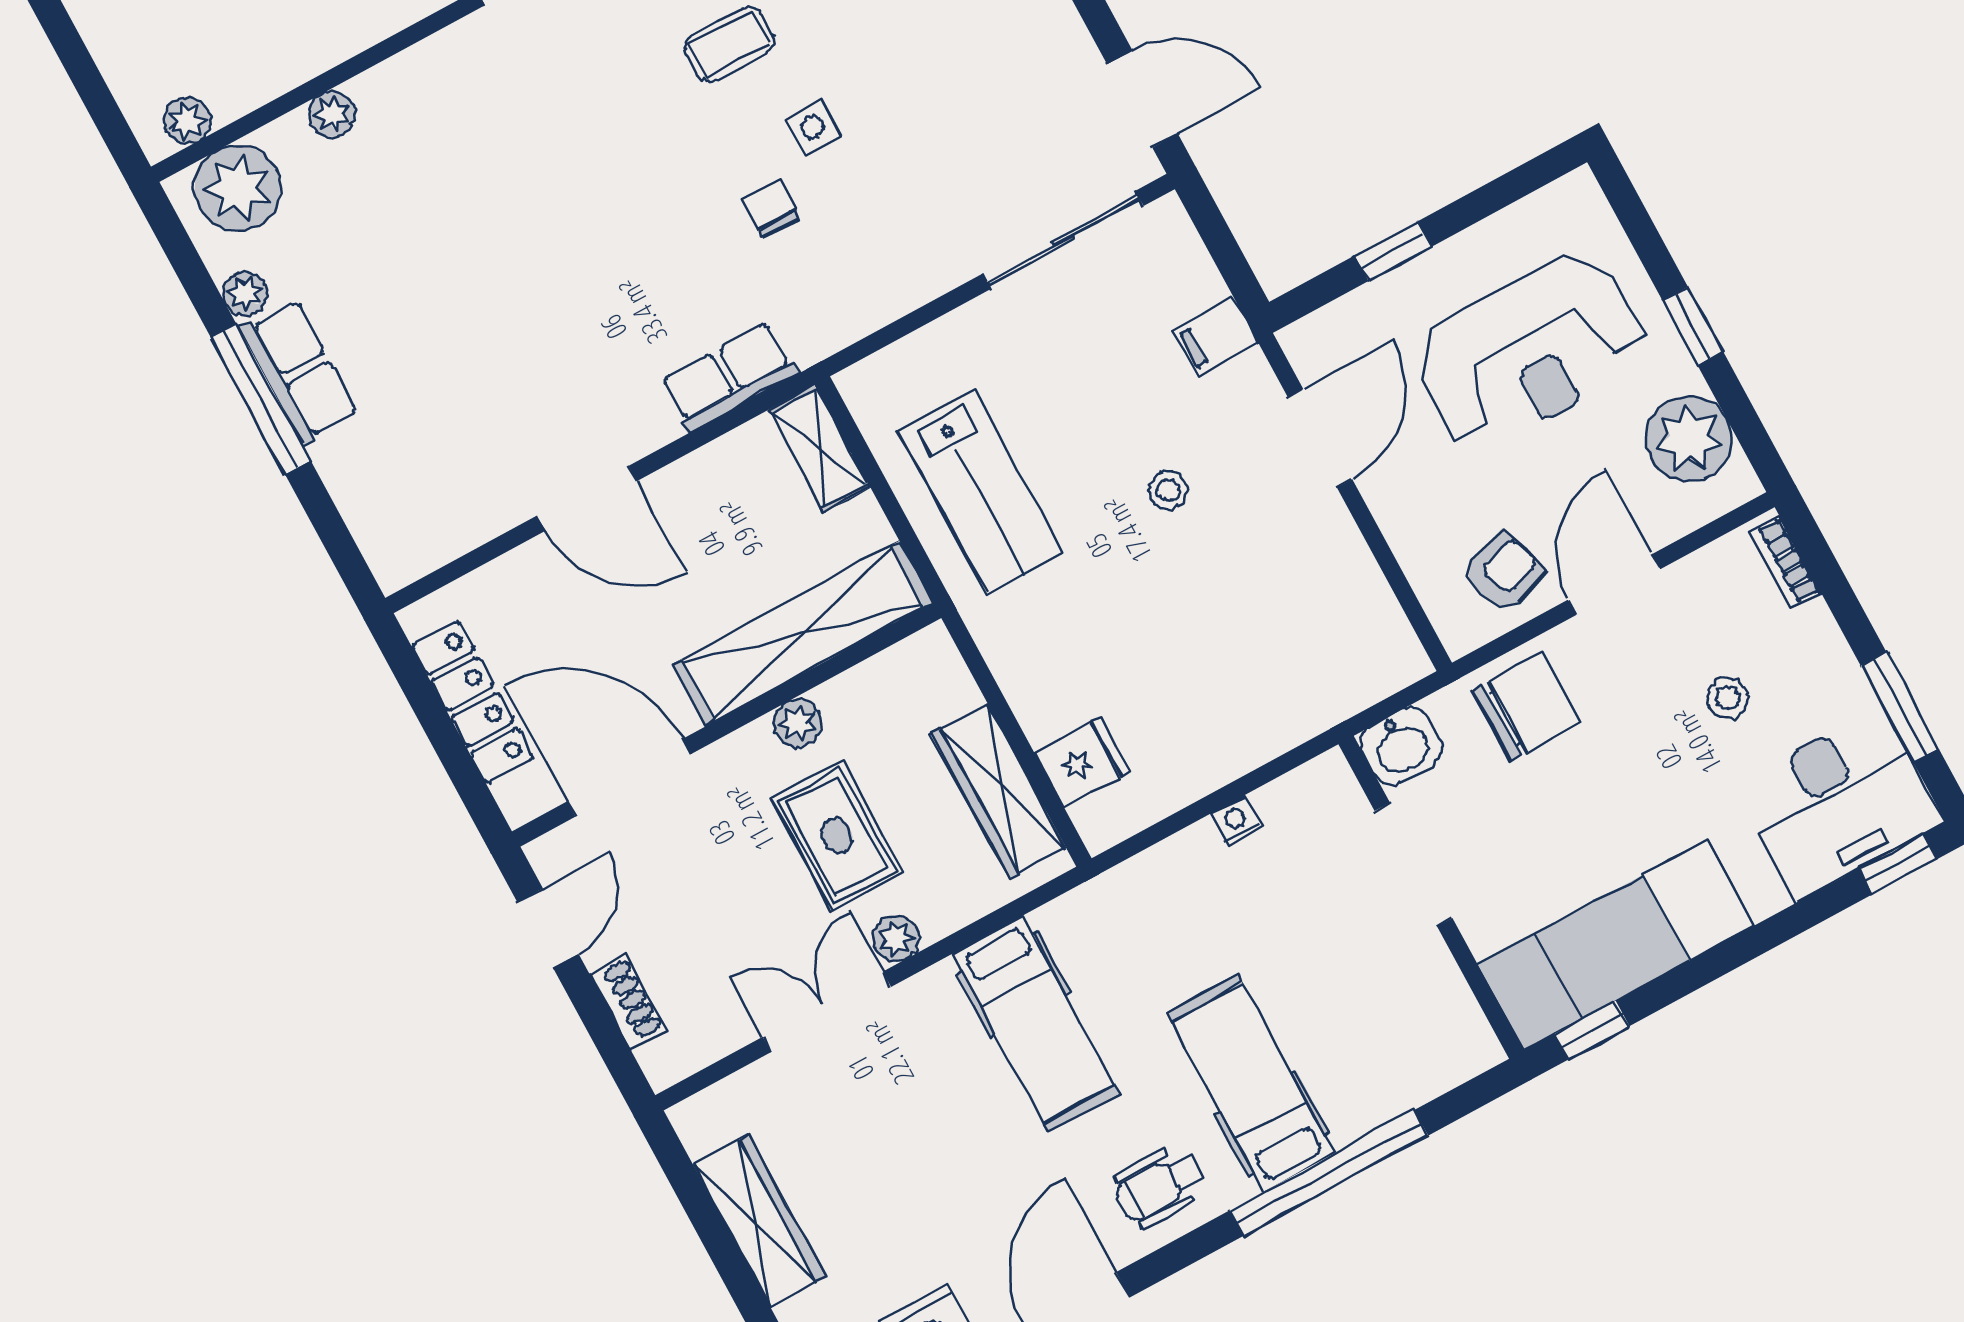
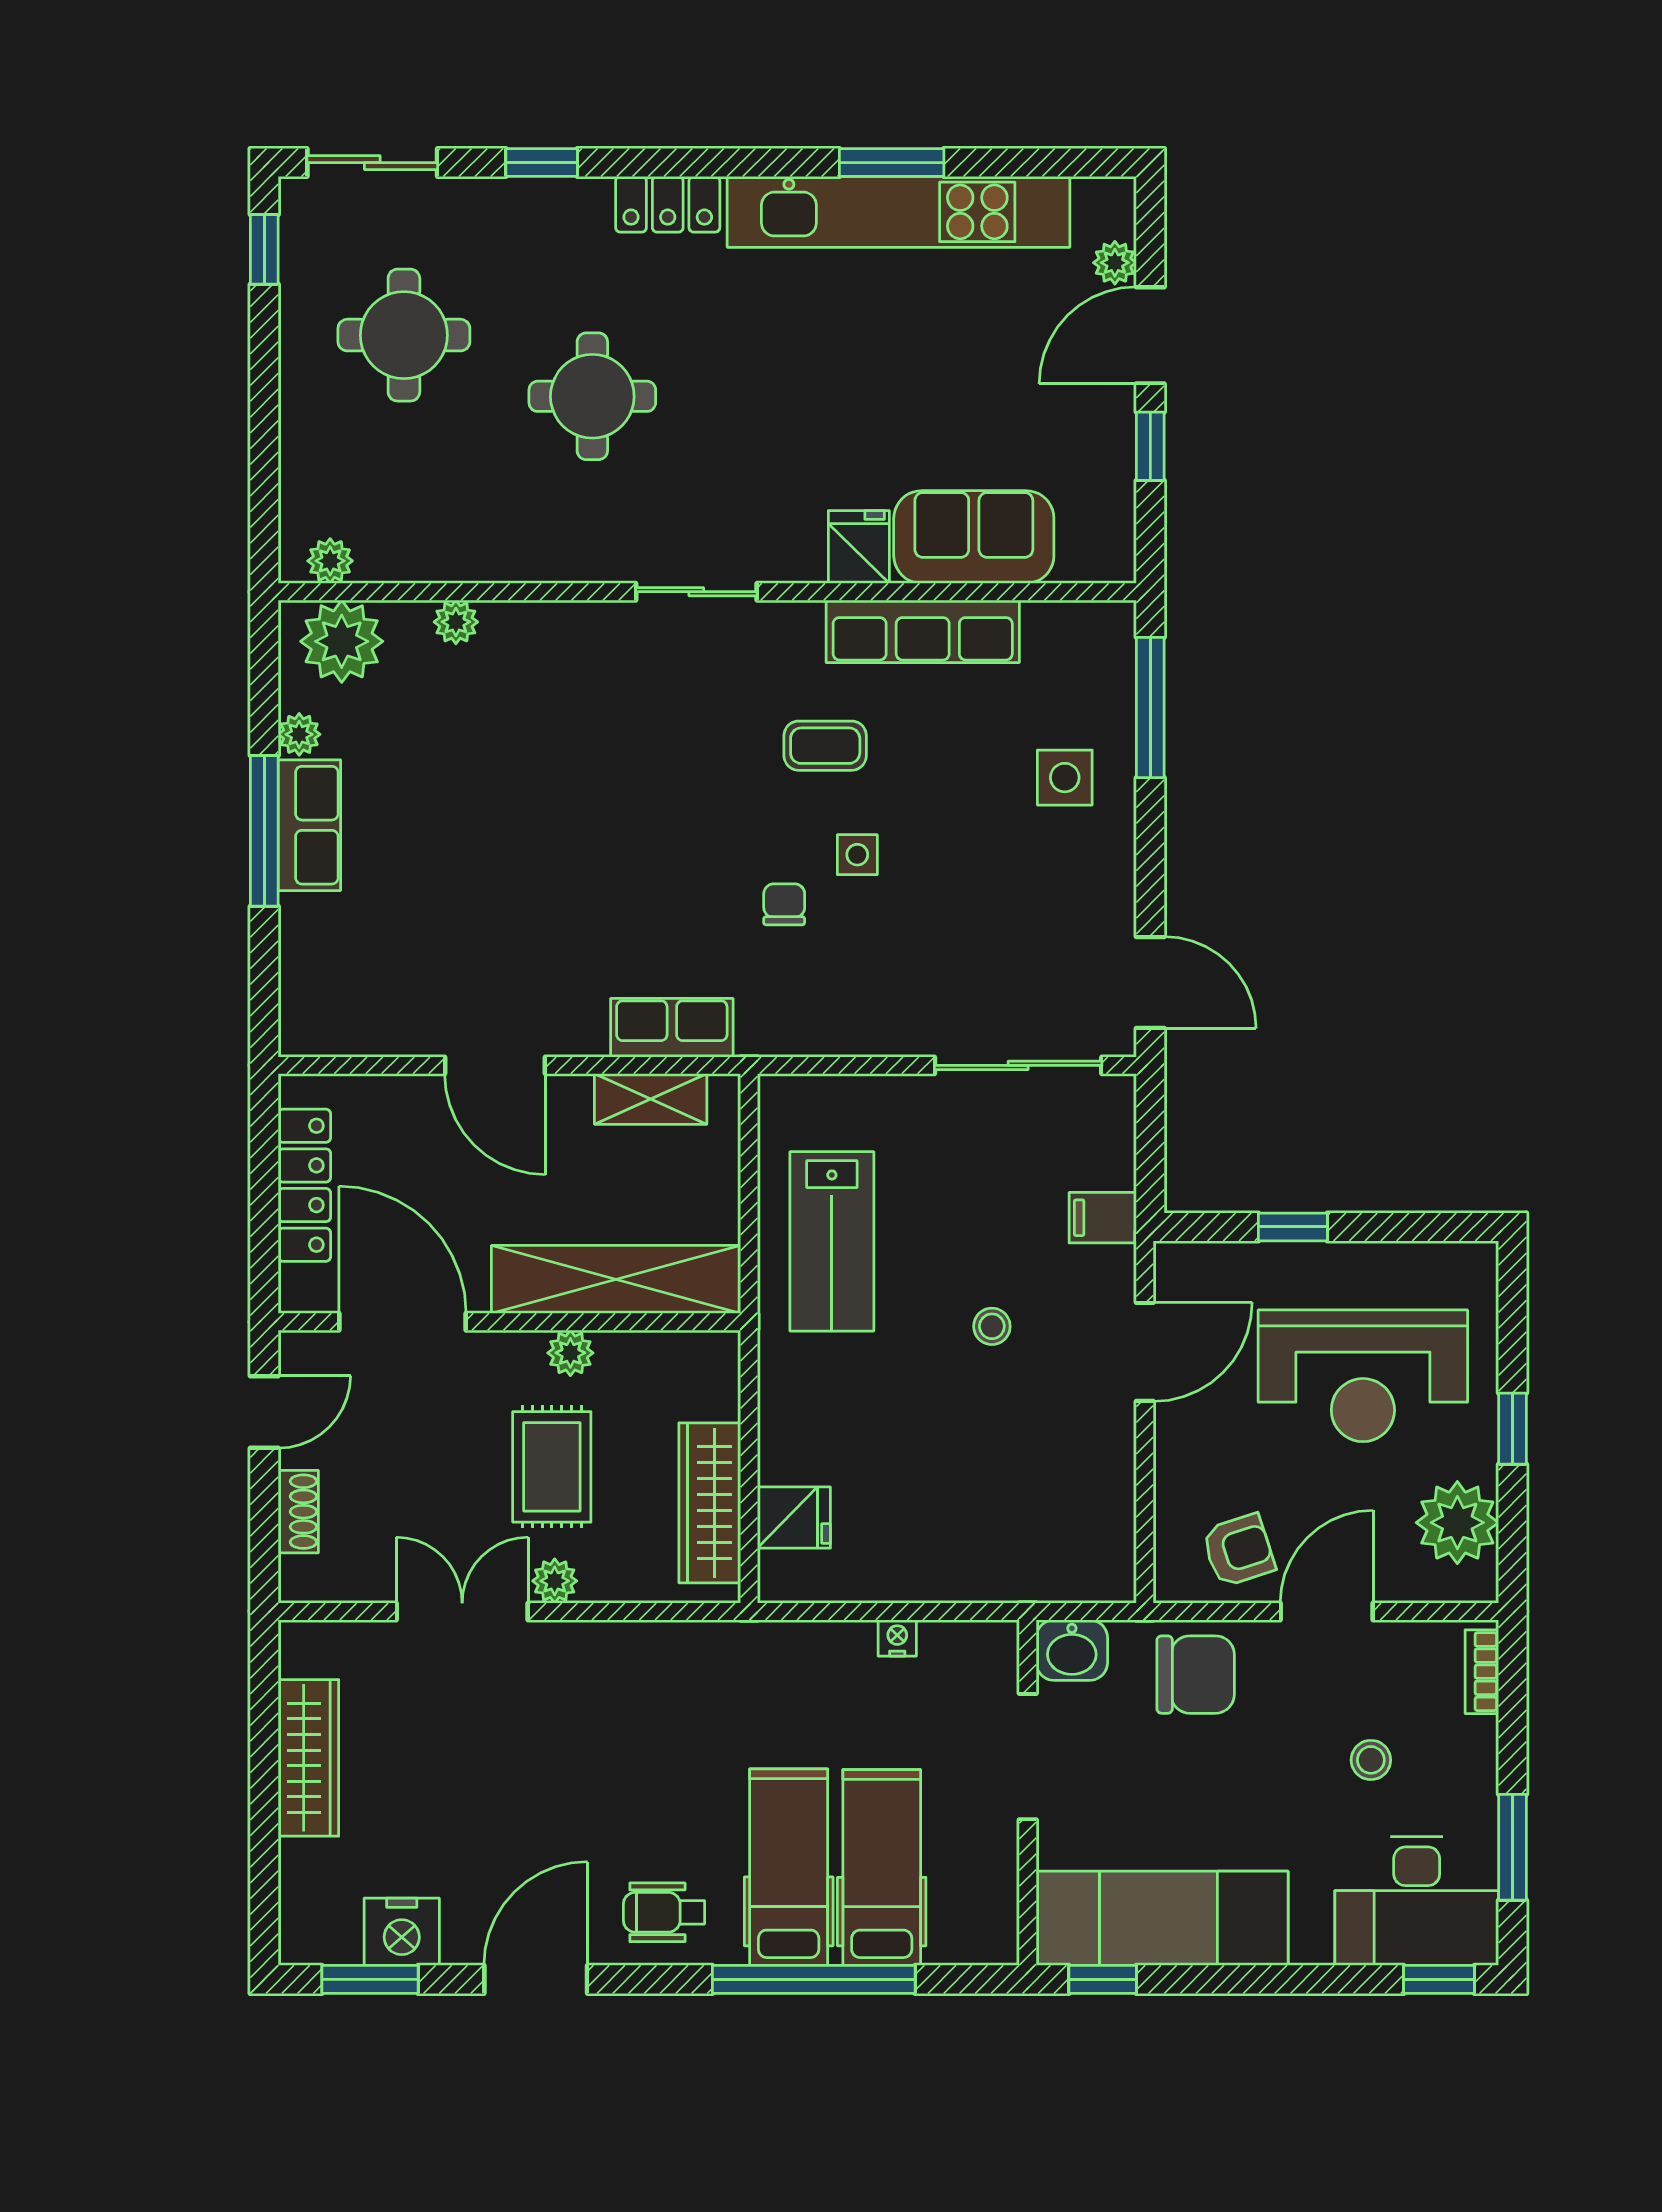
shelving: (819, 448) -> (651, 1099), moved, turned 90
hospital bed: (1036, 1024) -> (882, 1867), moved, turned 180

